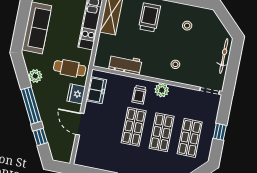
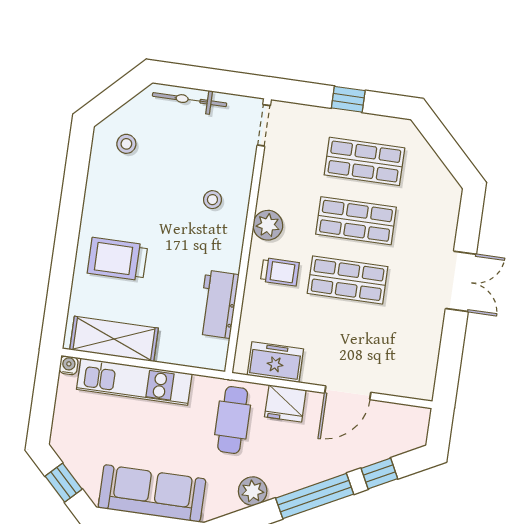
stool: (187, 26) -> (126, 144), moved

